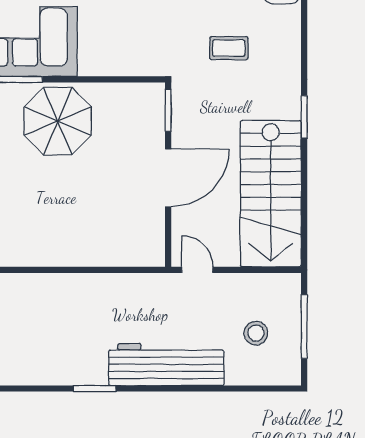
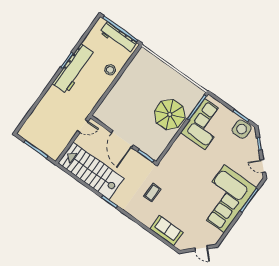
stool: (256, 333) -> (110, 70), moved
workbench: (166, 364) -> (74, 69), moved

